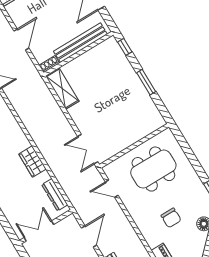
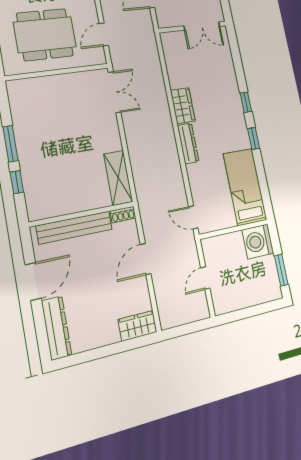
window: (125, 47) -> (17, 182), moved
door: (112, 189) -> (104, 35), swing flipped
dresser: (55, 195) -> (188, 143), moved

